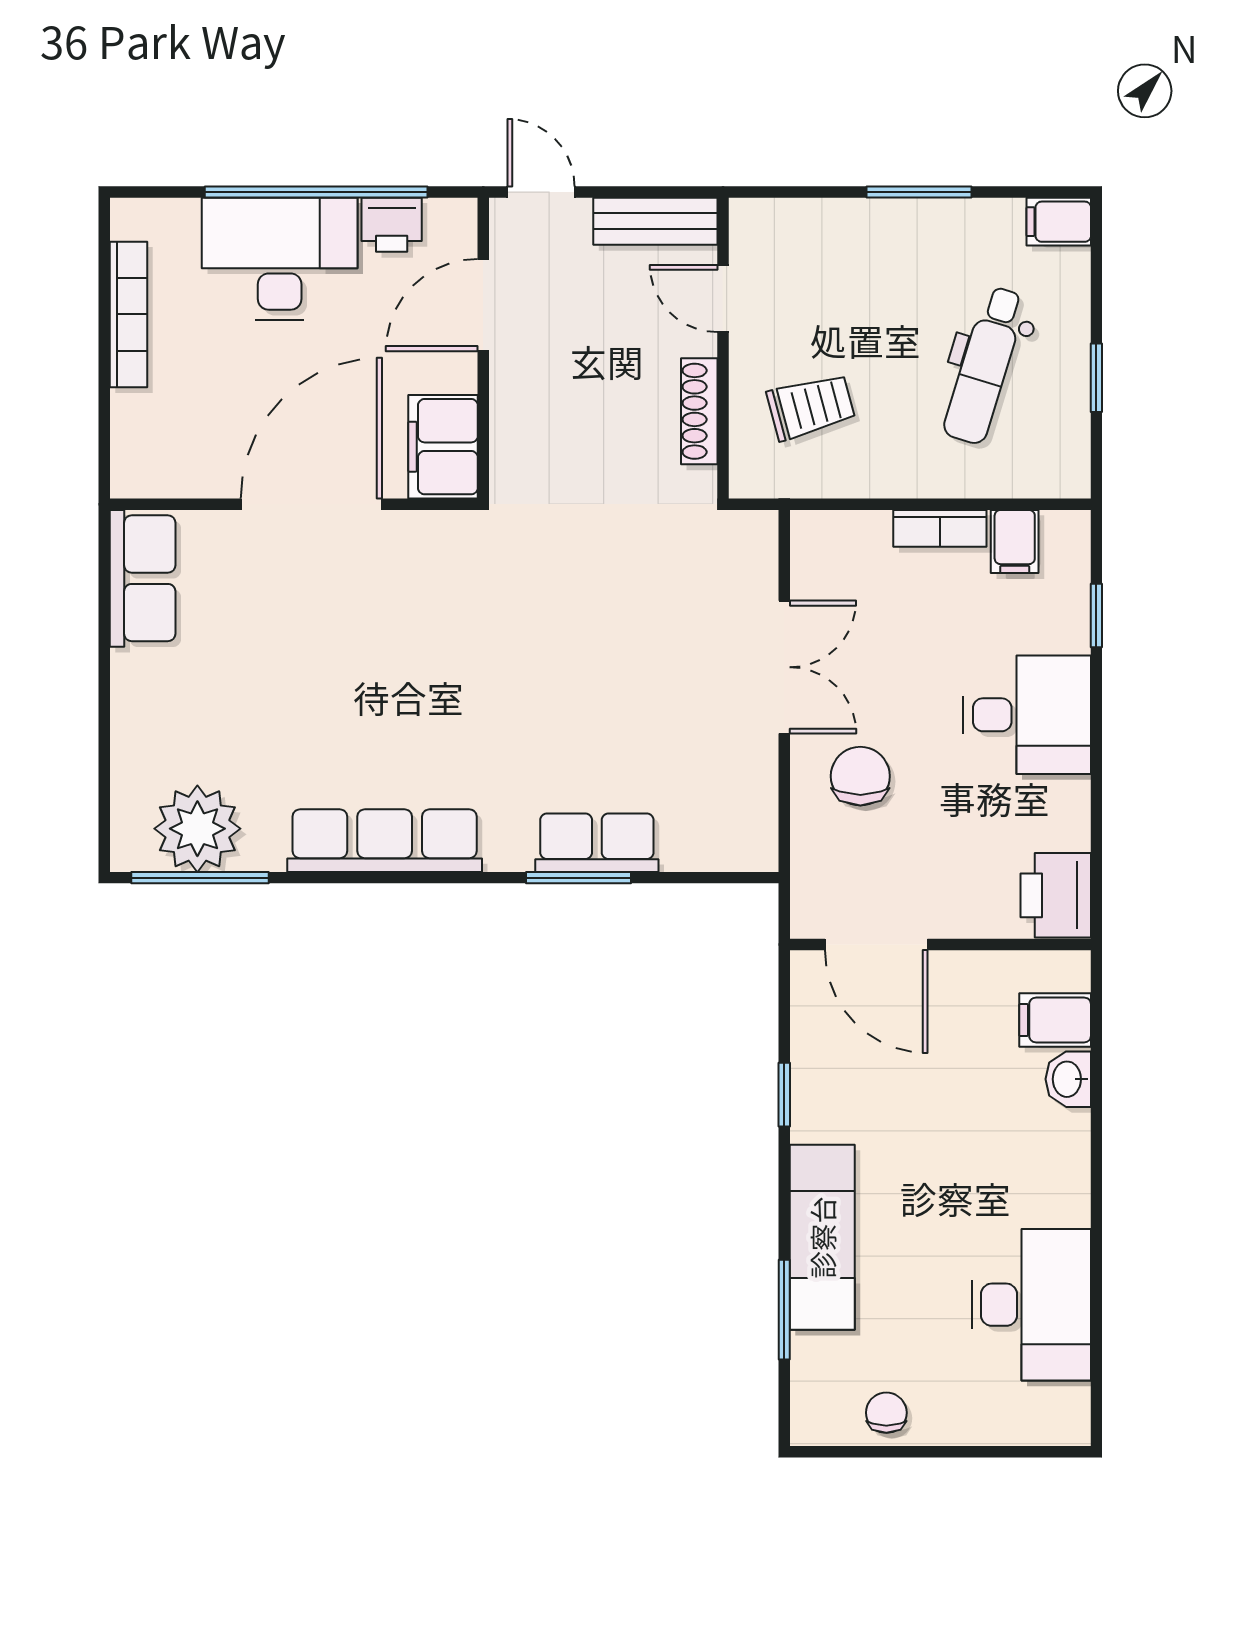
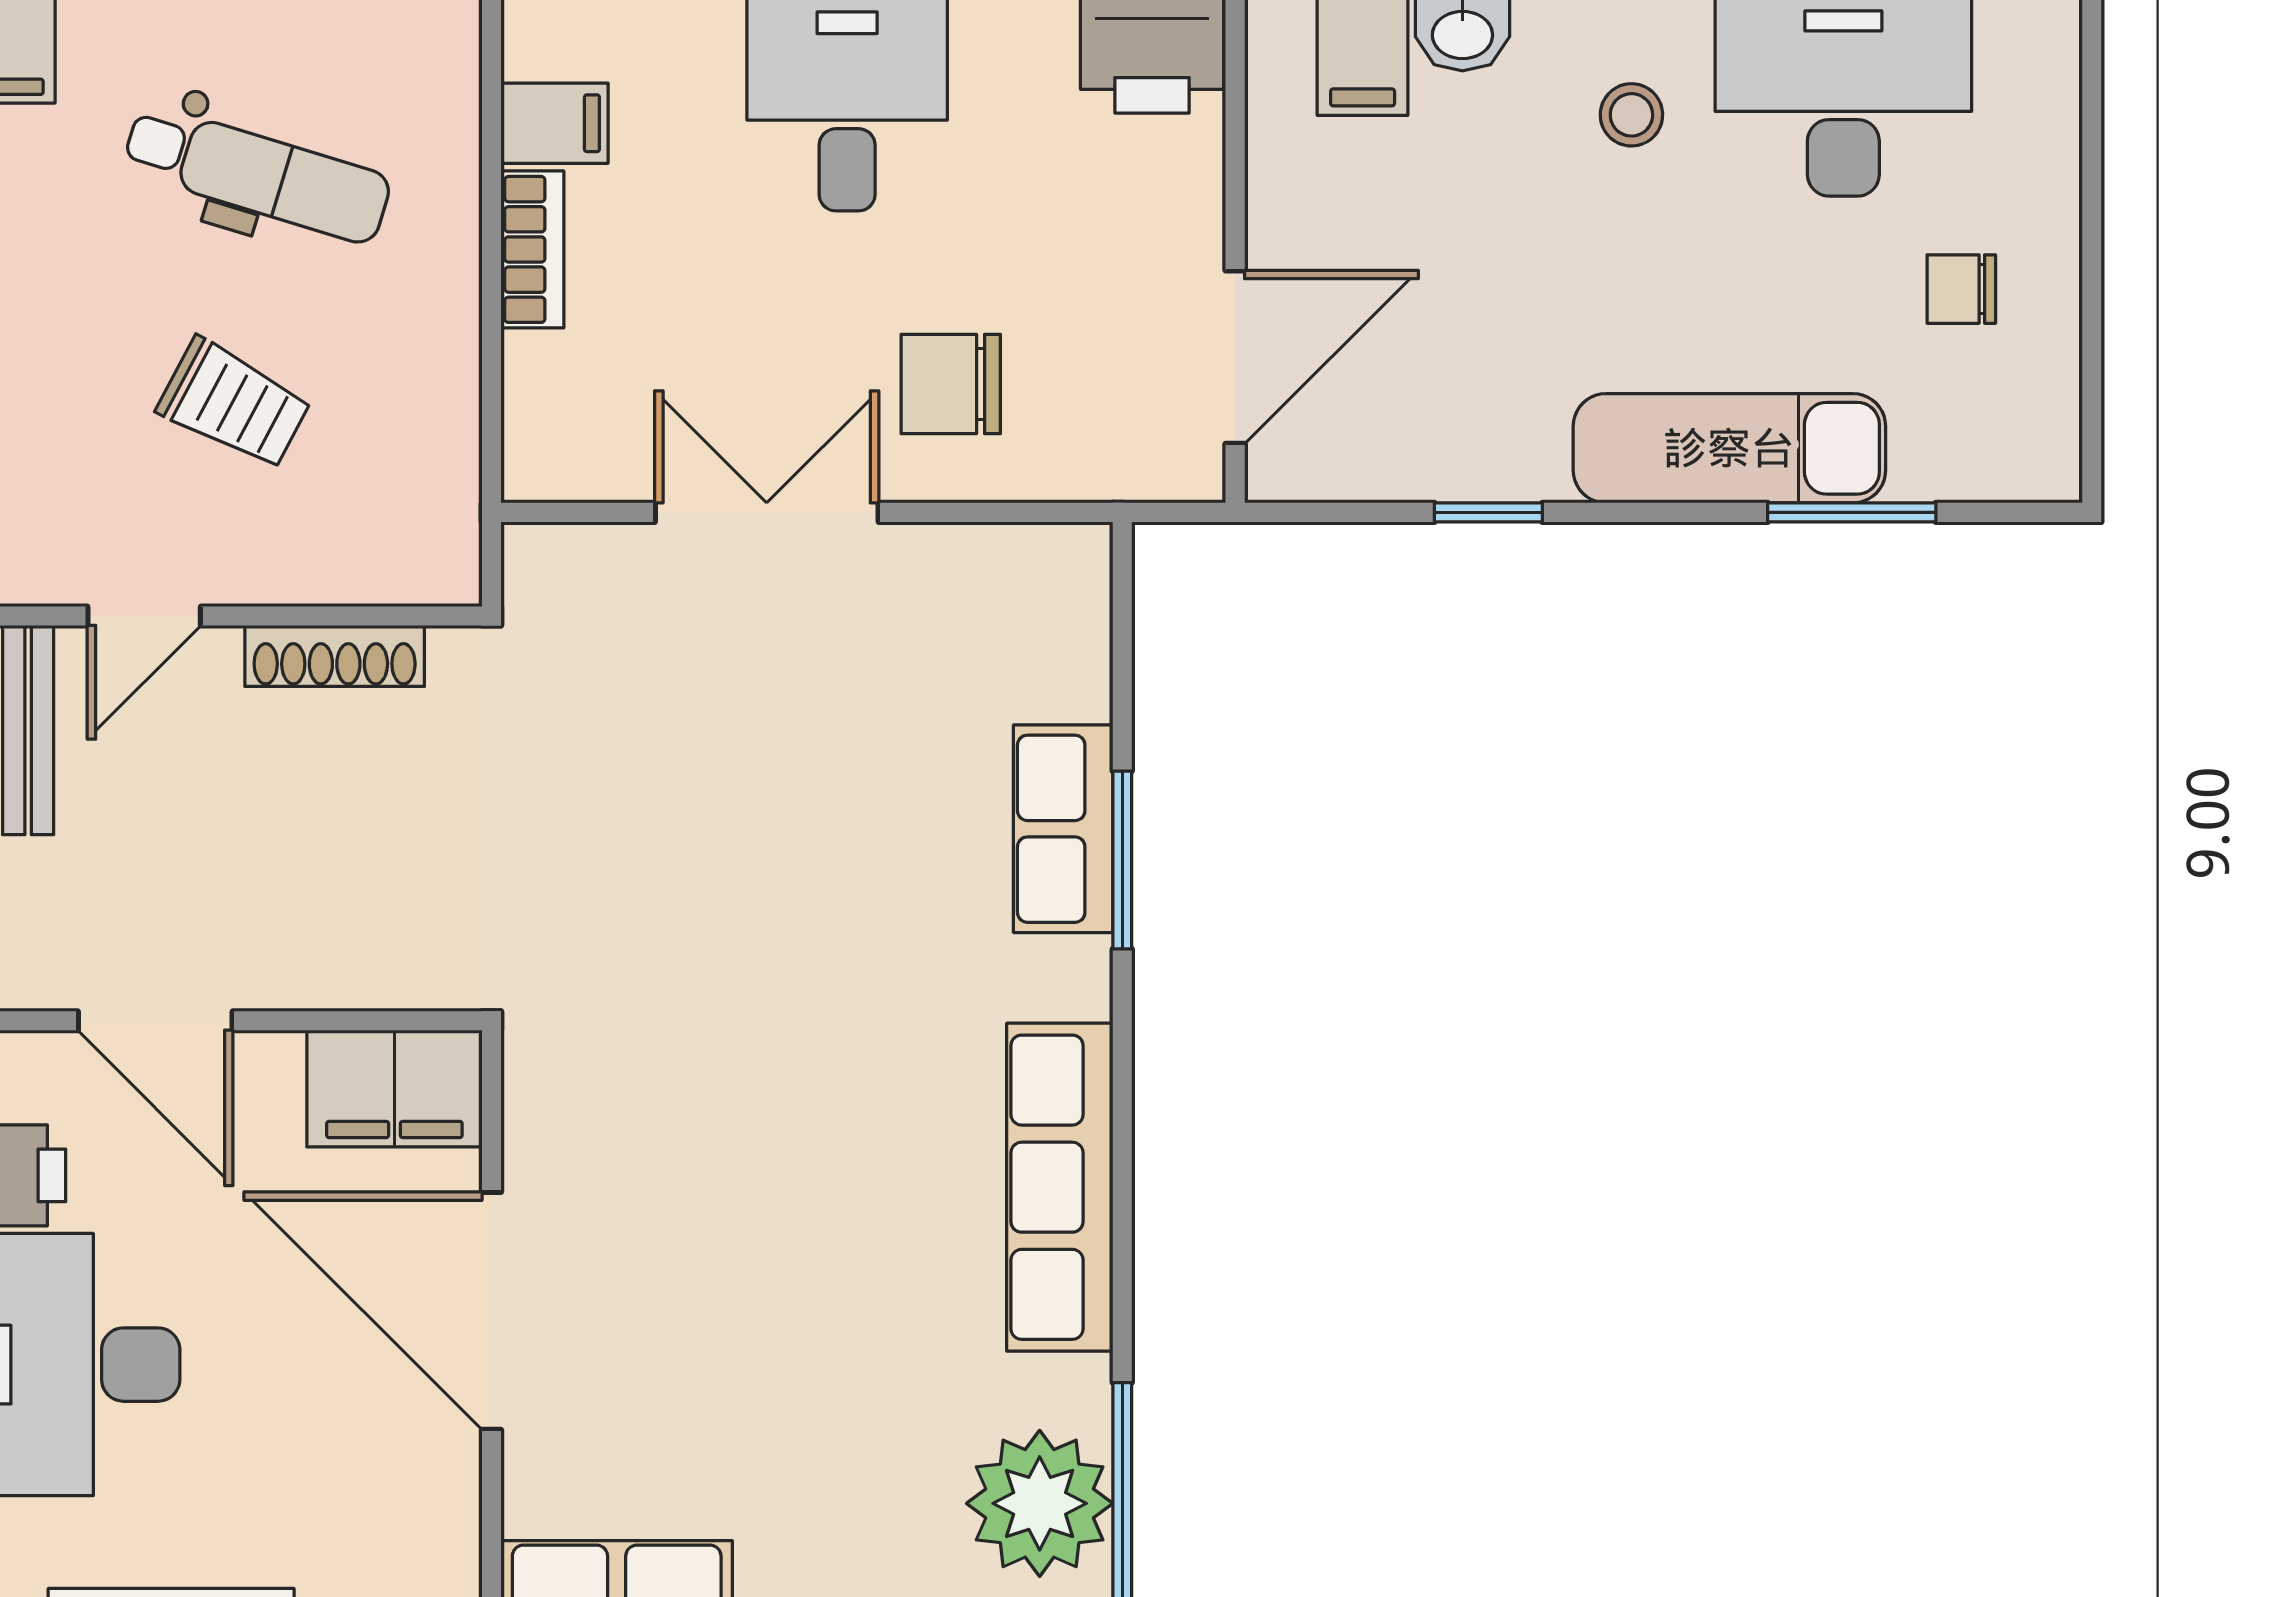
trolley: (811, 407) -> (234, 404), moved, turned 133
stool: (1020, 1179) -> (1631, 115), added
chair: (886, 1413) -> (1961, 289), moved

